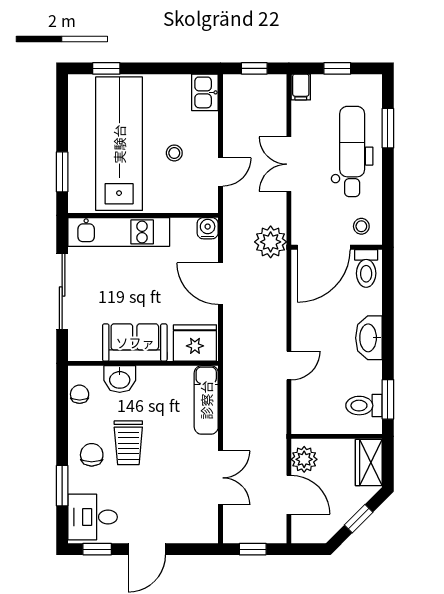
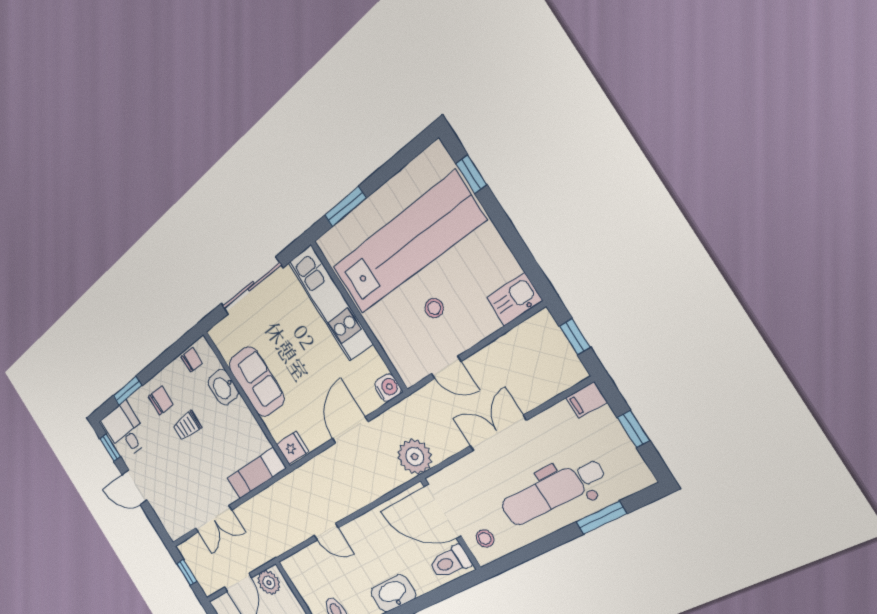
dental chair: (352, 152) -> (552, 492), turned 180
fridge: (195, 343) -> (292, 448), width x0.53, depth x0.75
trolley: (128, 443) -> (187, 426), width x0.73, depth x0.72

